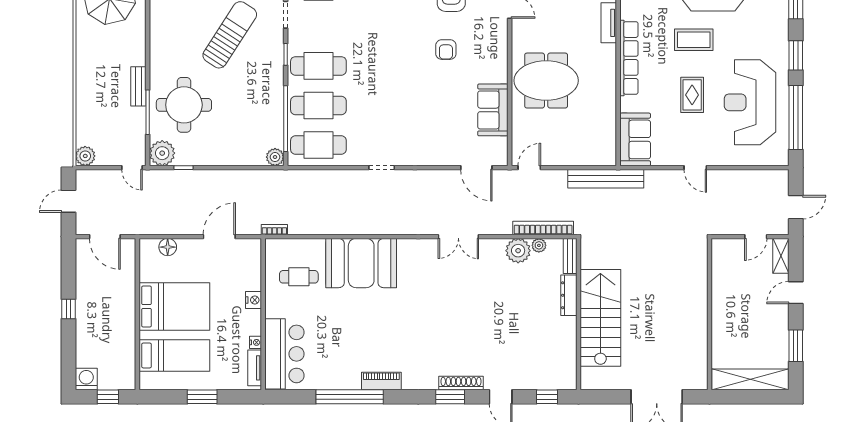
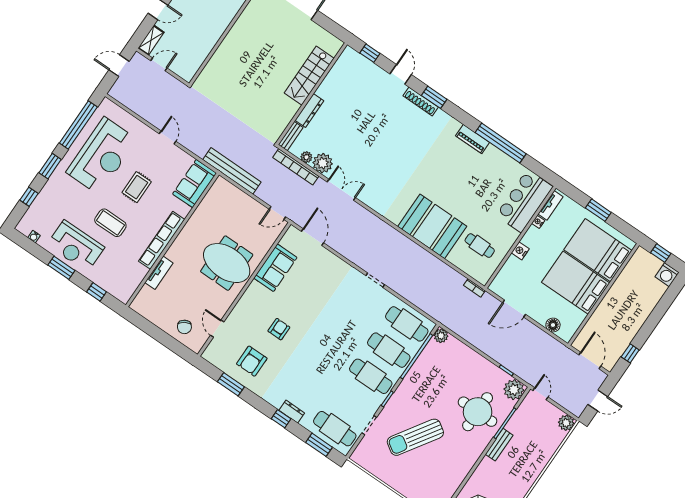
double door: (458, 237) -> (341, 190), moved
window: (68, 309) -> (630, 353), moved
stairs: (600, 318) -> (309, 76), width x0.73, depth x0.66
bed: (174, 355) -> (598, 250), width x1.50

